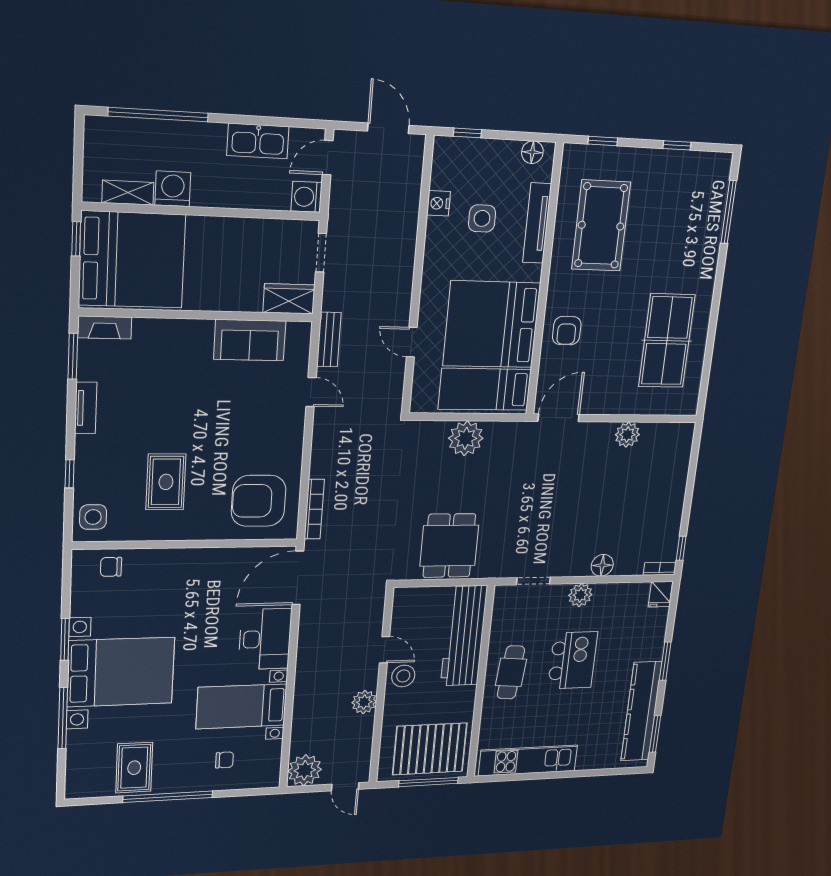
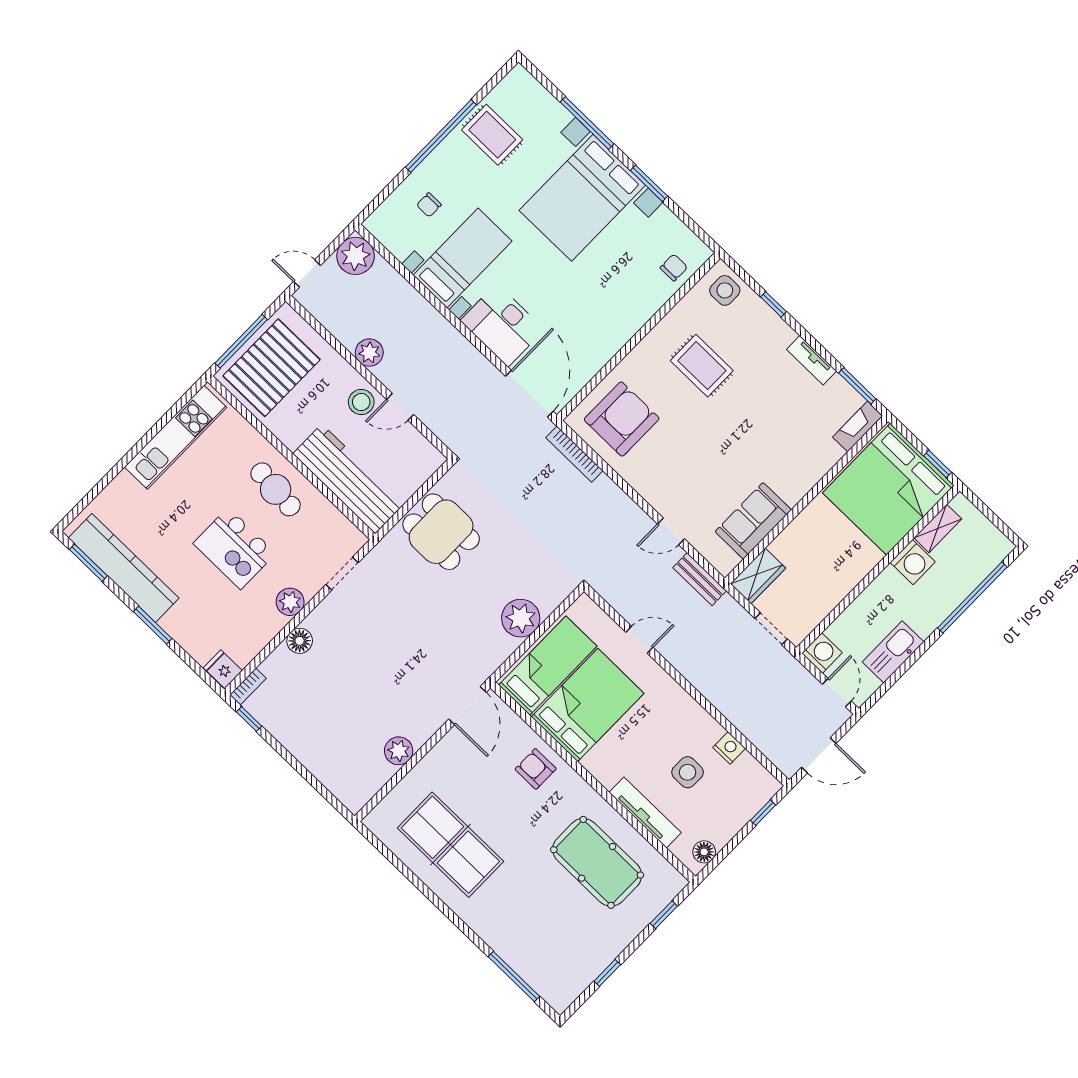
bed: (492, 324) -> (588, 705), width x0.73

